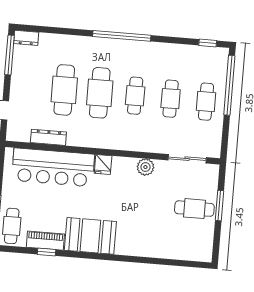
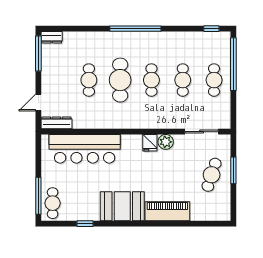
cafe table: (64, 90) -> (89, 80), width x0.73, depth x0.74
dresser: (48, 137) -> (56, 123), moved
fridge: (103, 164) -> (150, 143), moved
cafe table: (194, 209) -> (212, 175), turned -72
piano: (45, 241) -> (167, 211), moved, width x1.37, depth x1.33

